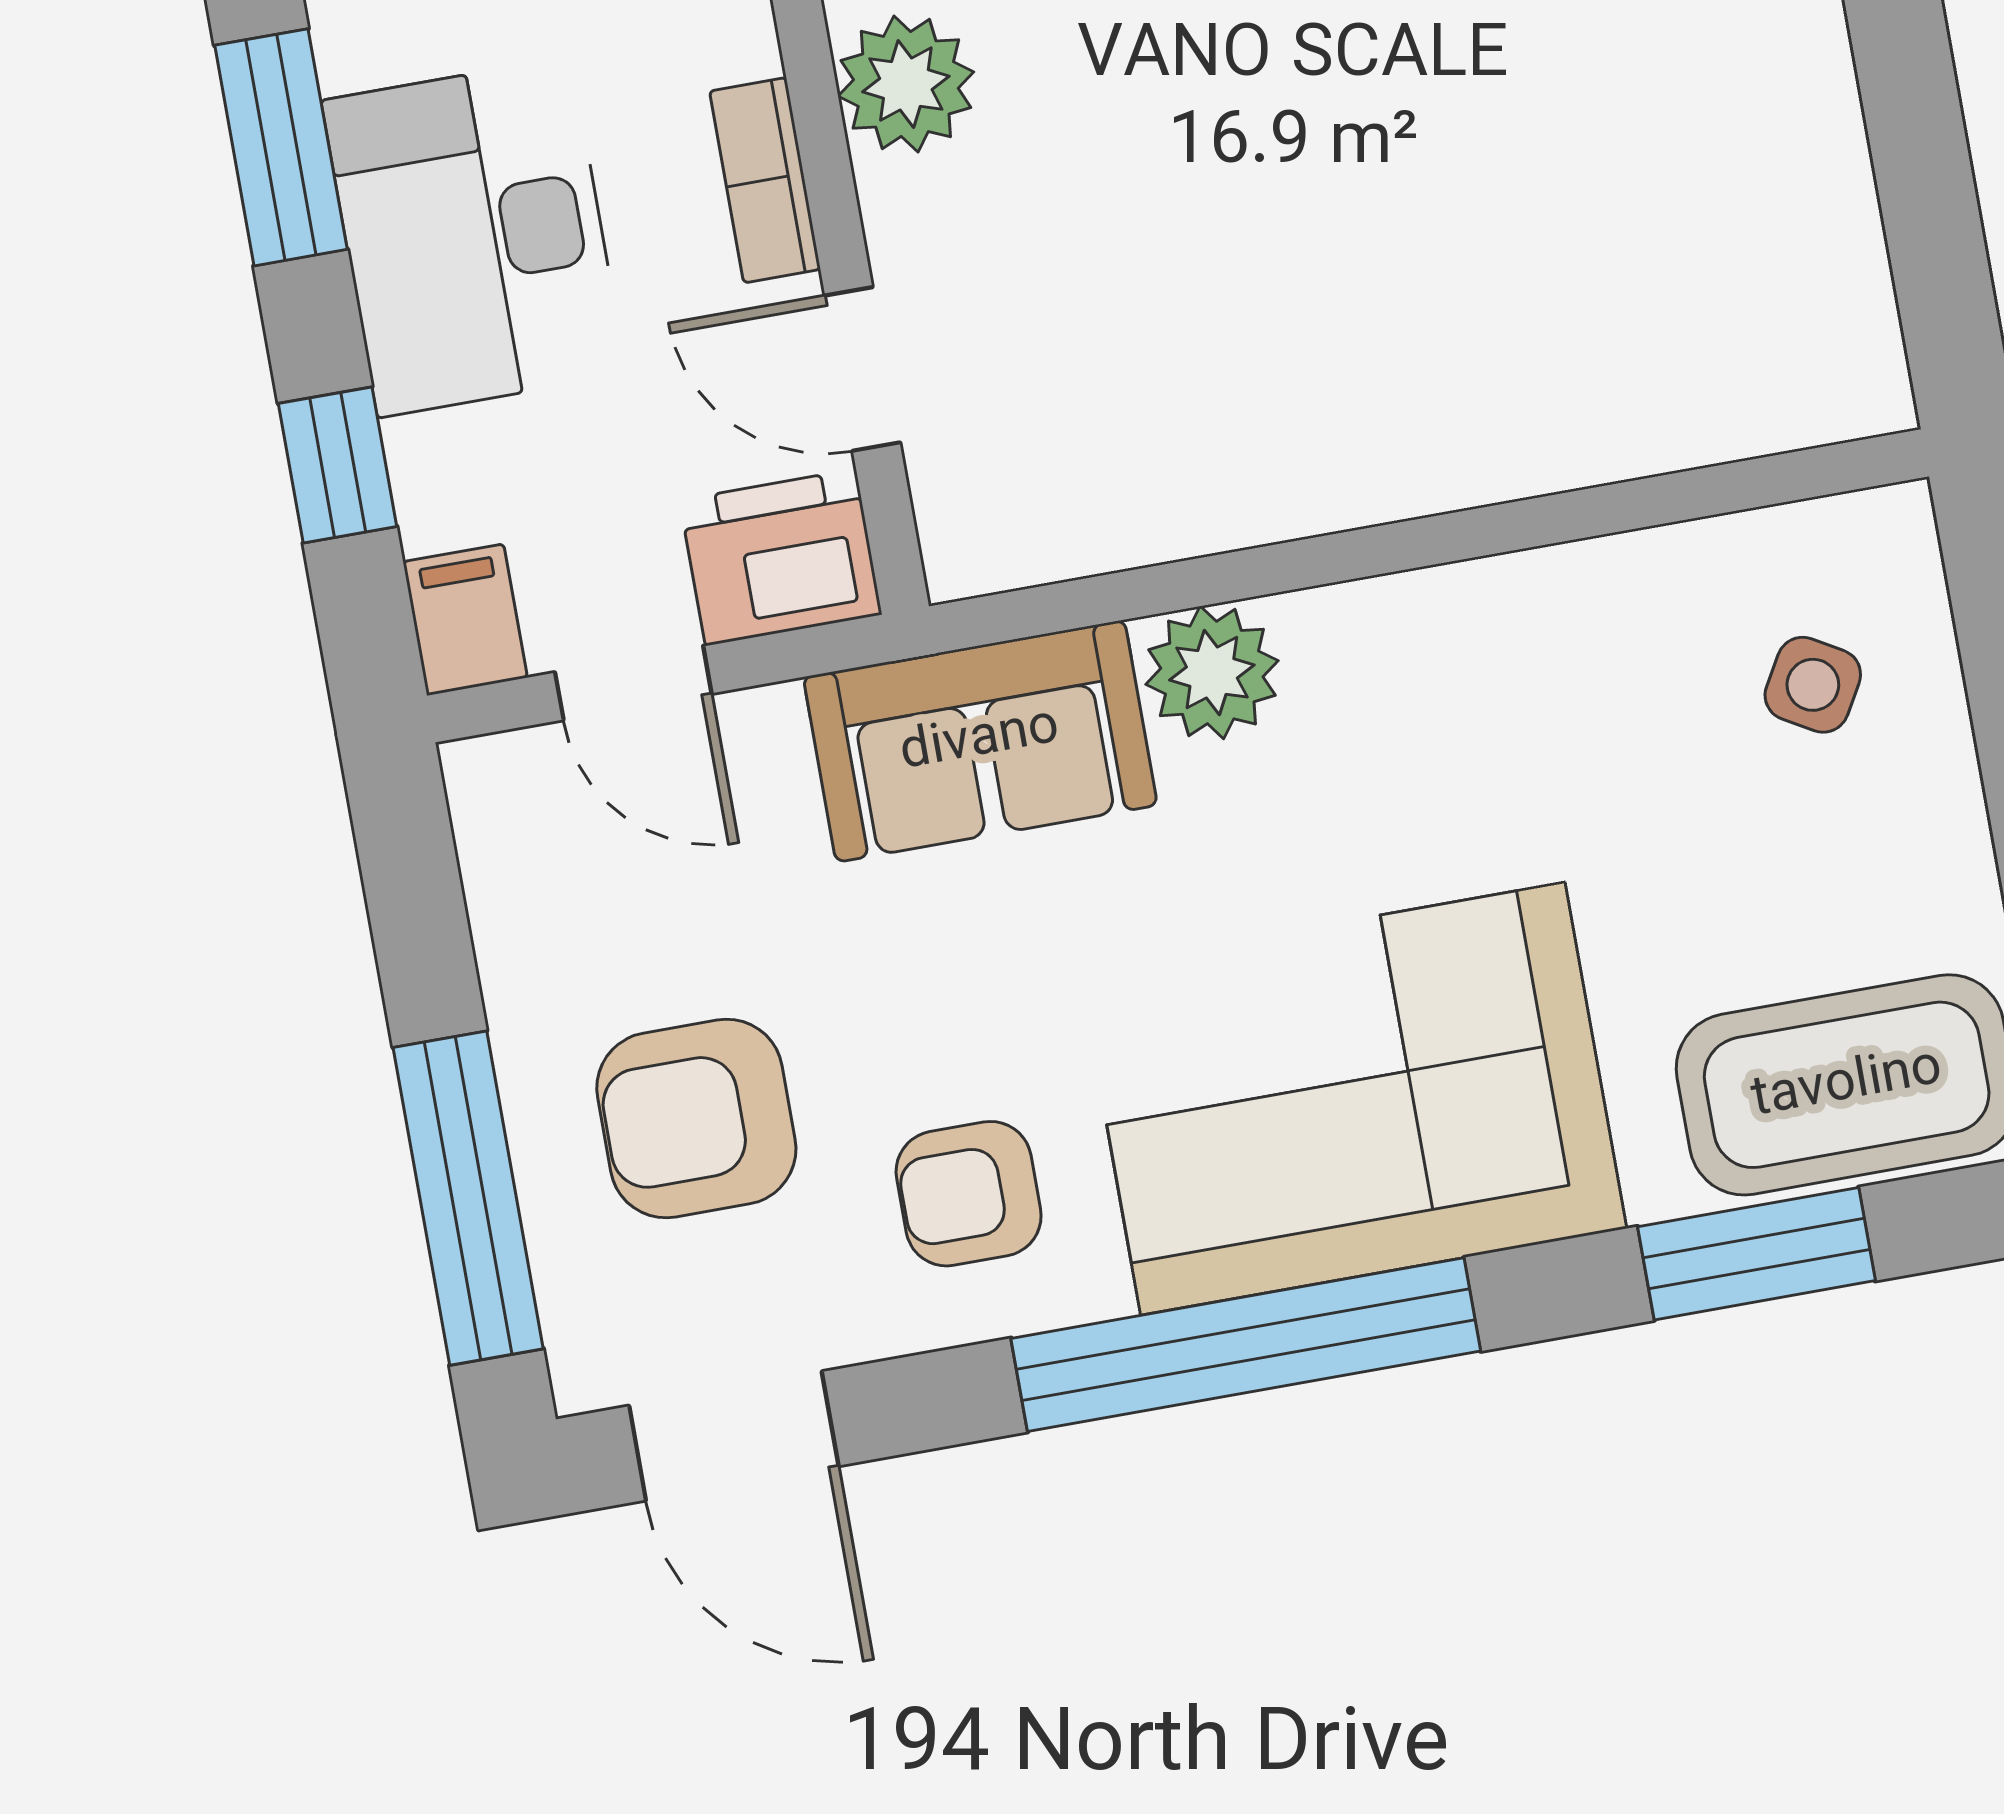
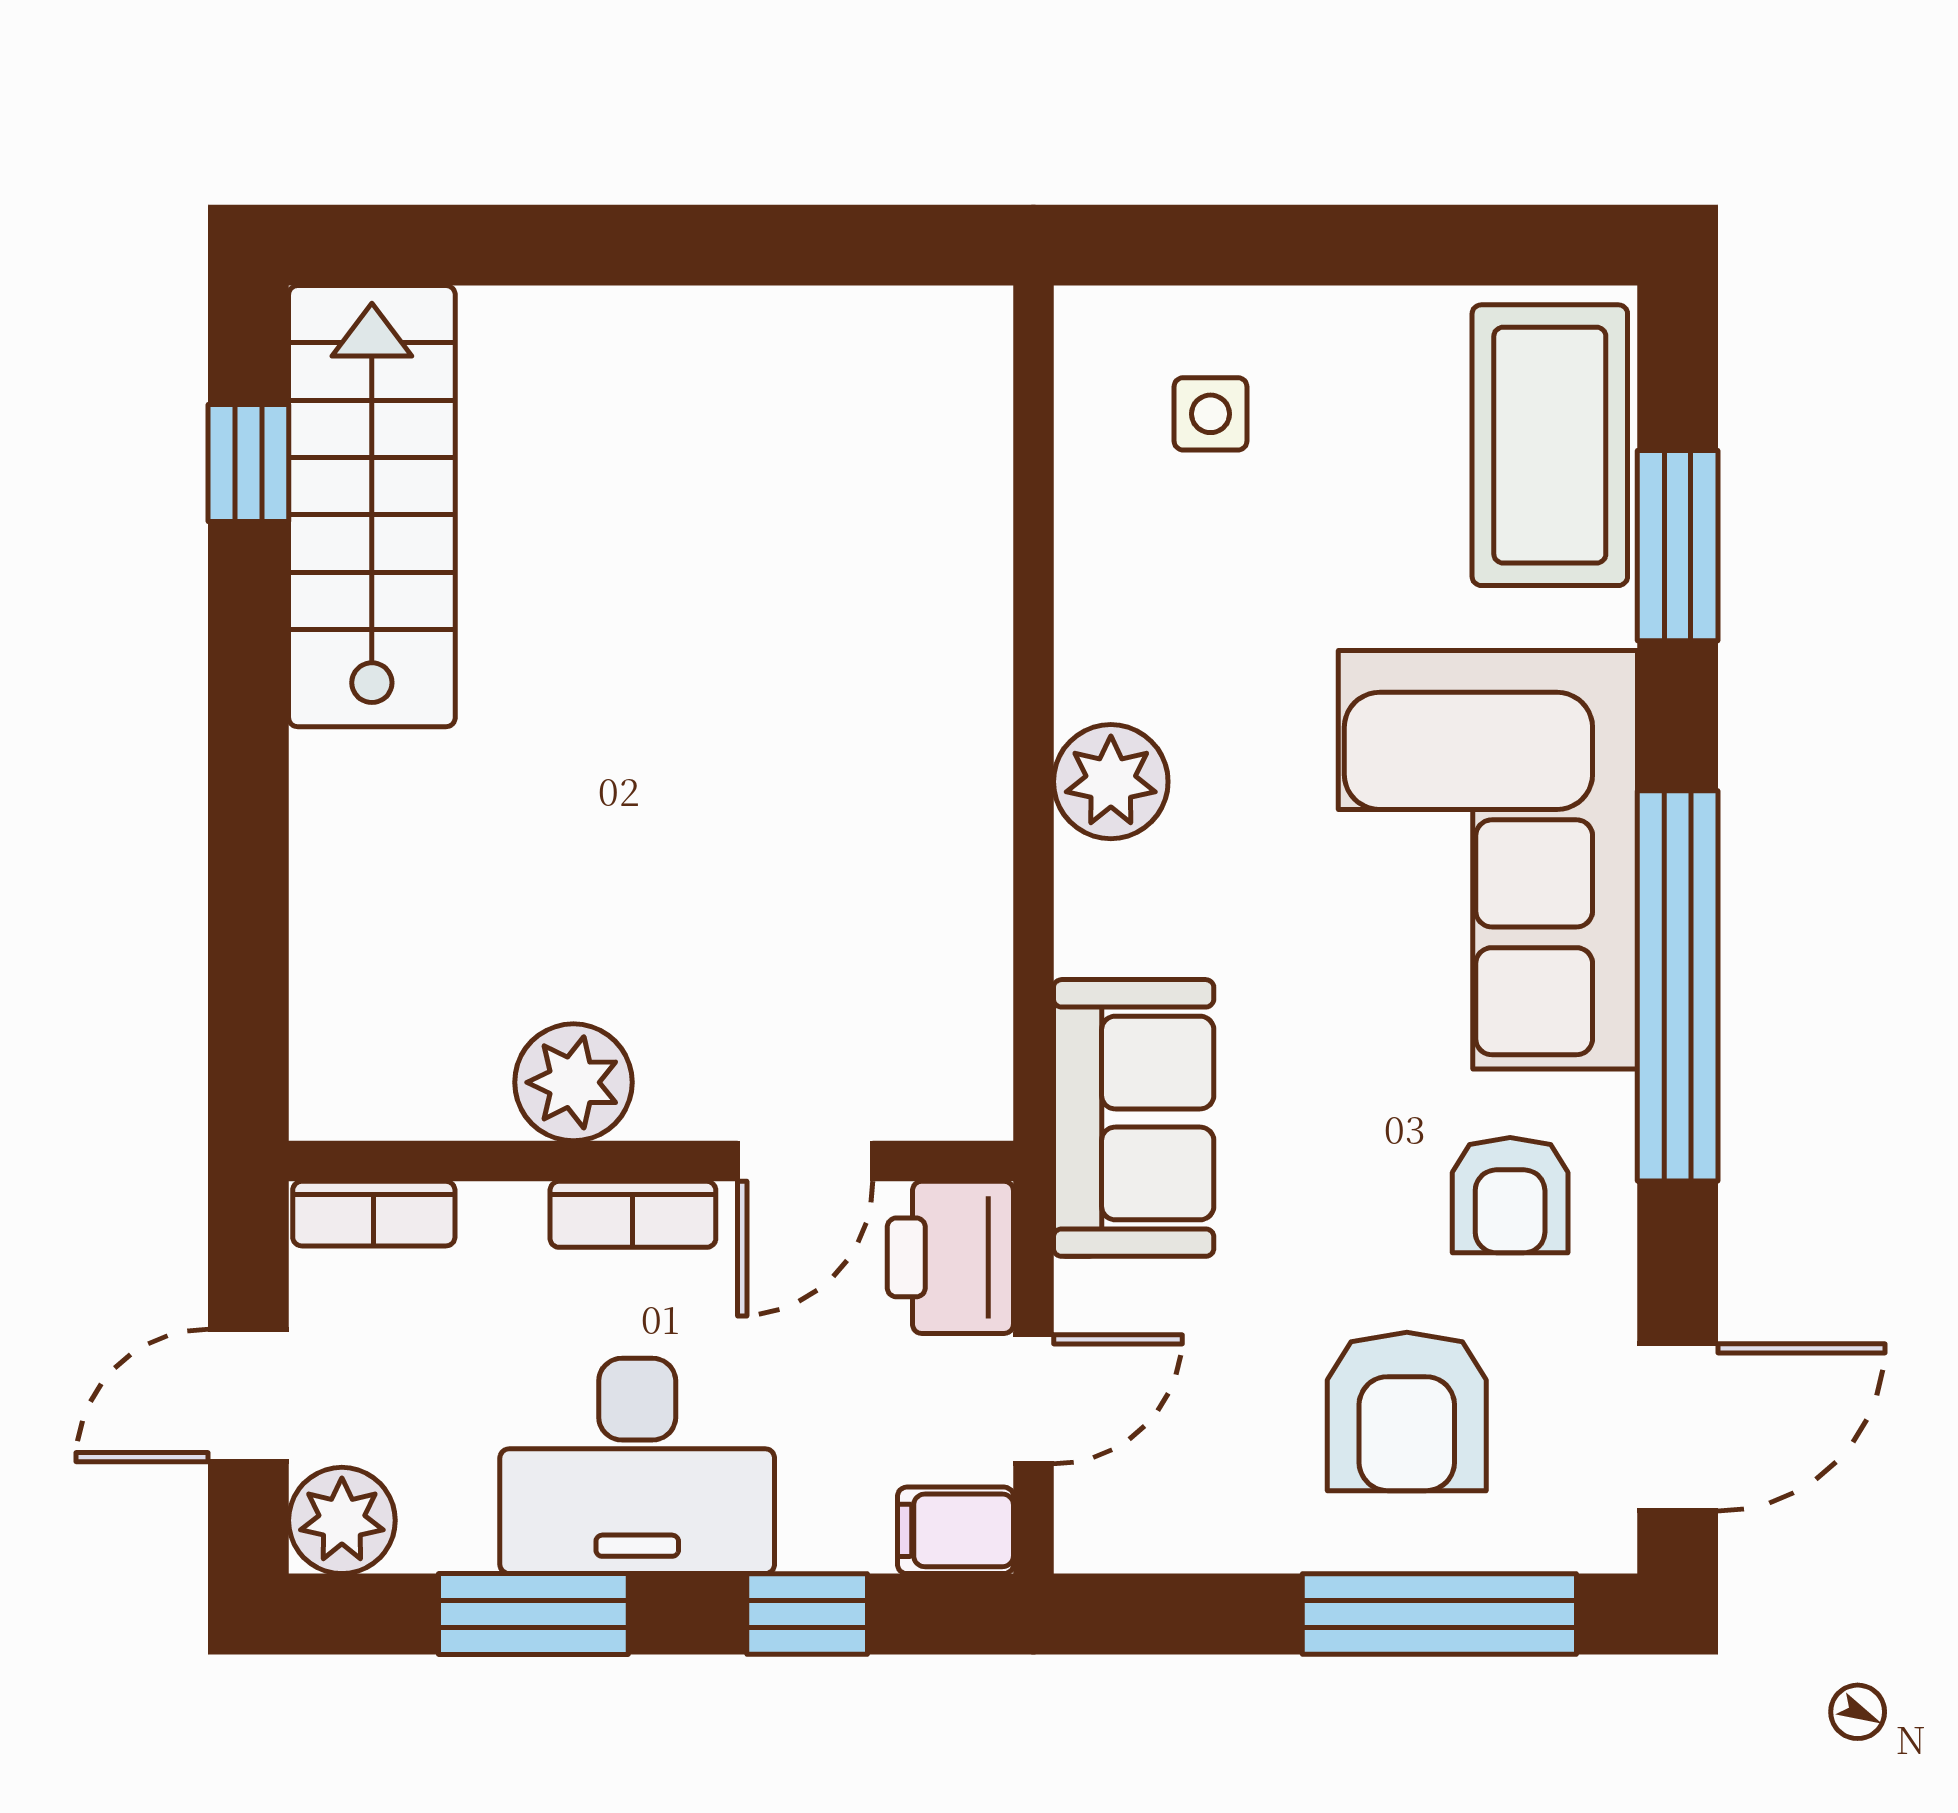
plant: (1212, 672) -> (1111, 782), moved
side table: (1813, 685) -> (1211, 414), turned -30

